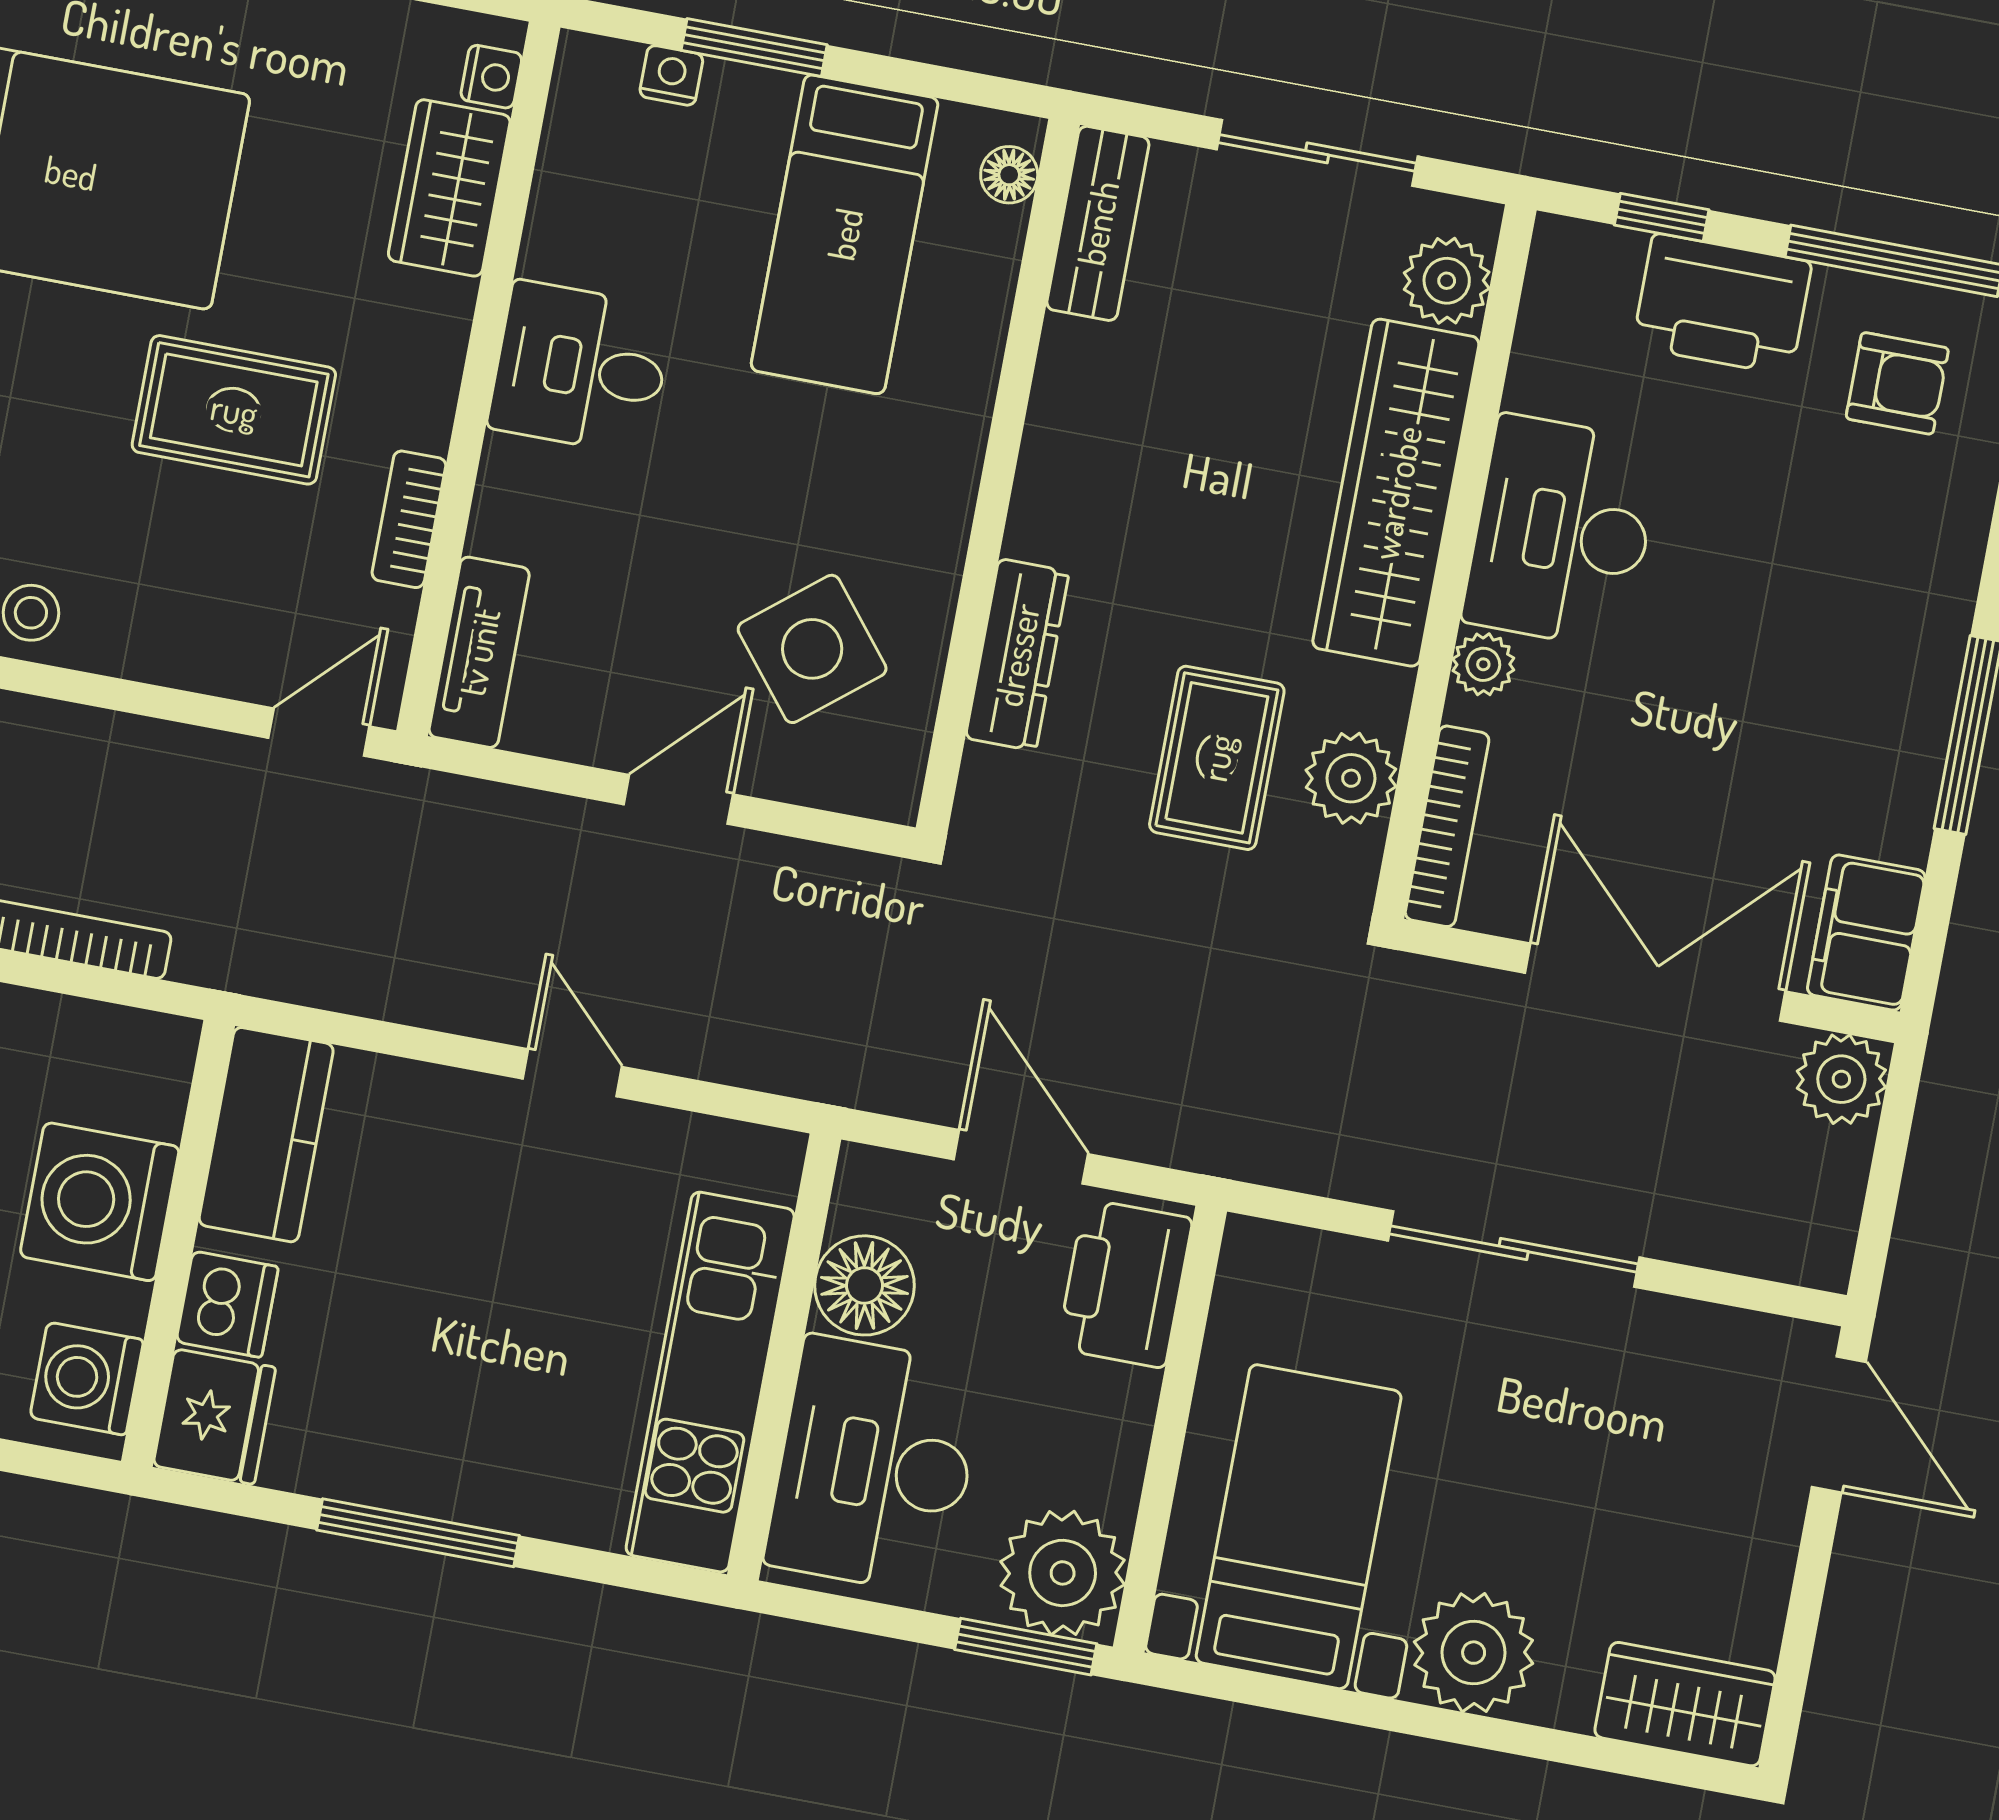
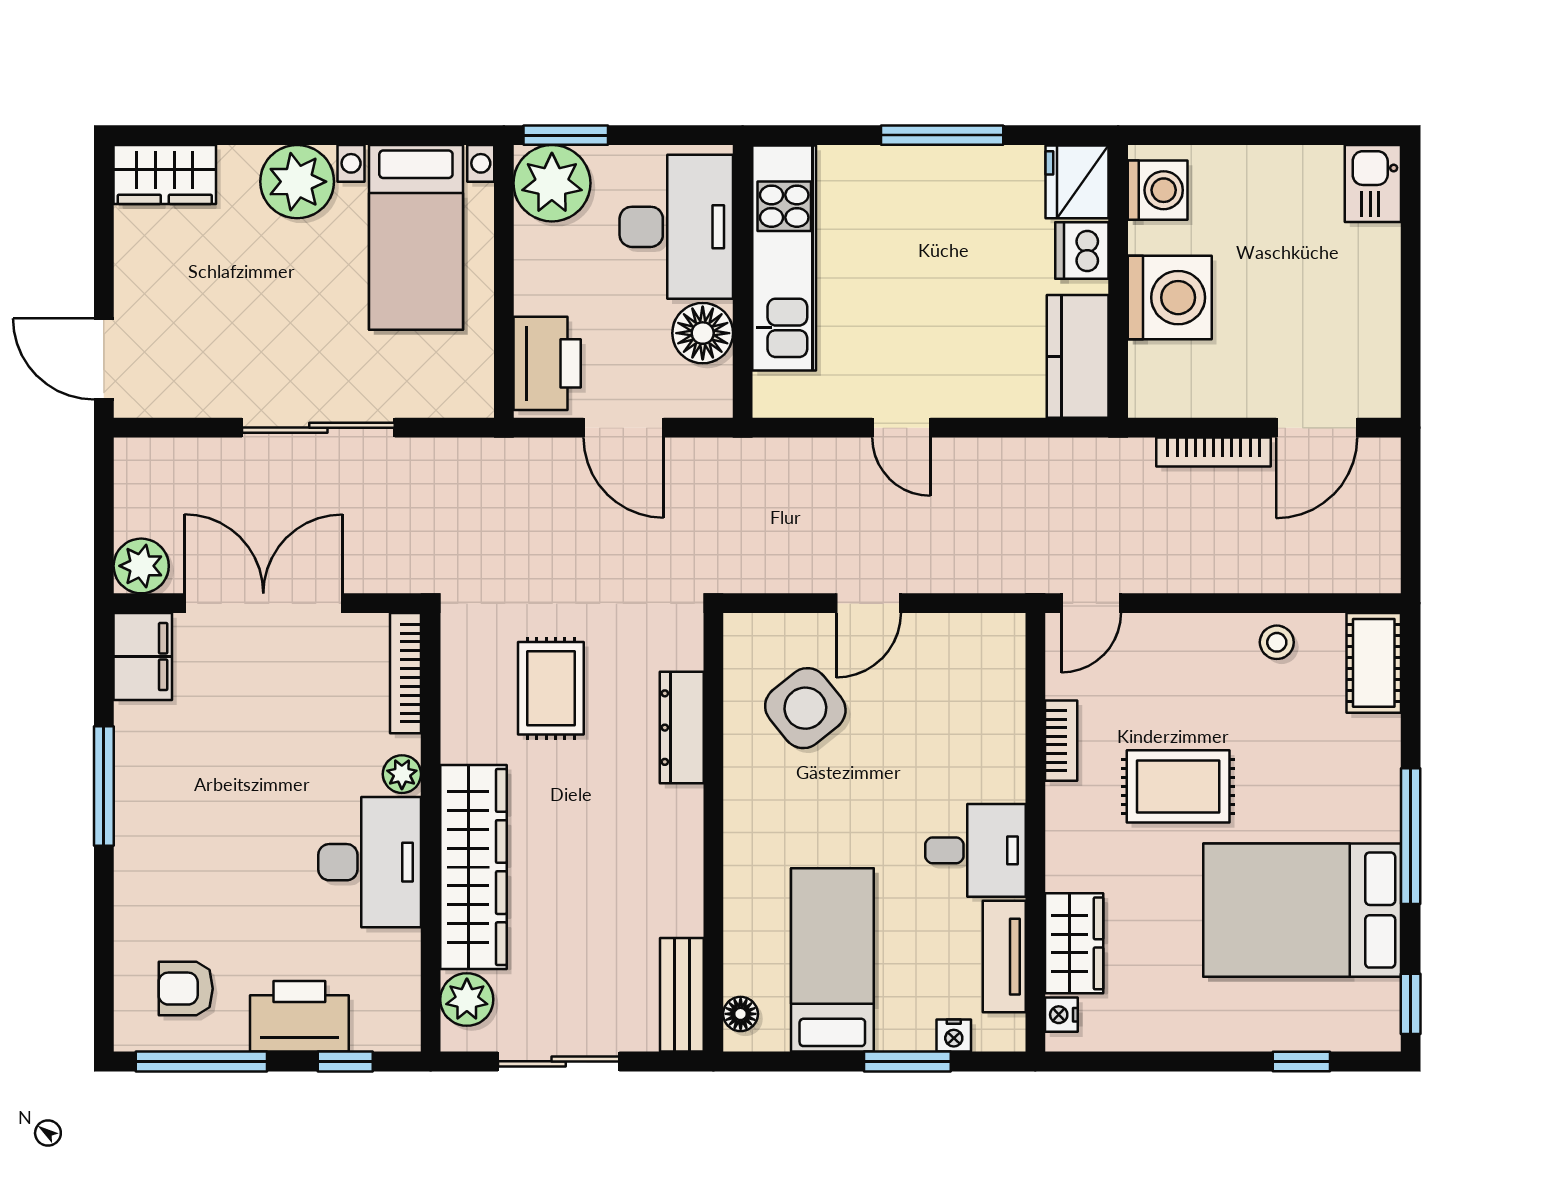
tv unit: (479, 652) -> (1004, 957), moved
plant: (1351, 778) -> (468, 691), removed
double door: (1655, 982) -> (263, 603), swing flipped

